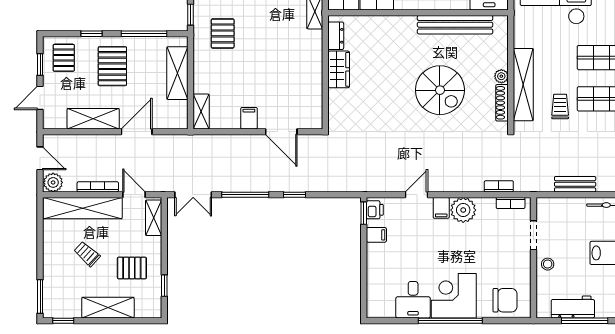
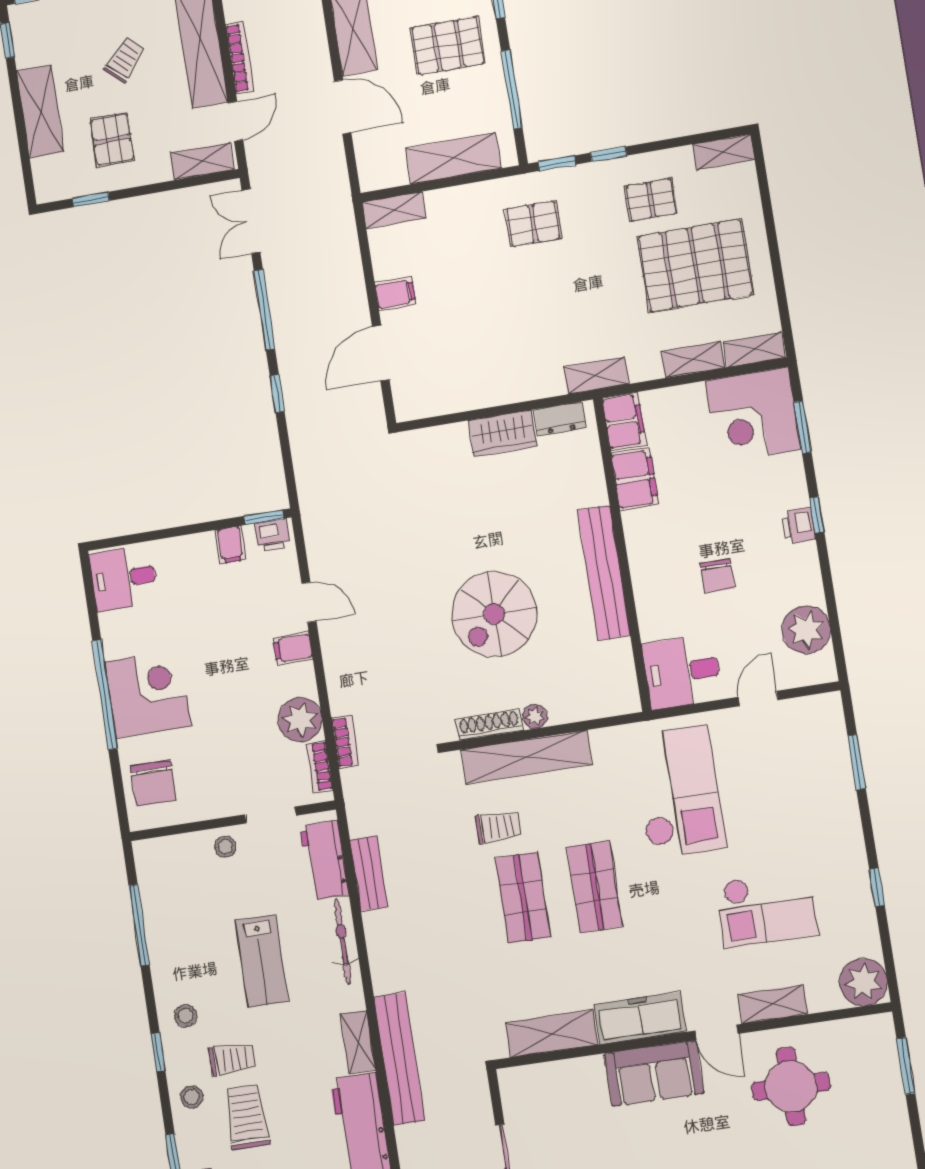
bench: (455, 25) -> (604, 573), moved
plant: (463, 210) -> (300, 720), moved
desk: (413, 300) -> (124, 578), moved
workbench: (573, 307) -> (324, 860), moved, turned 180

